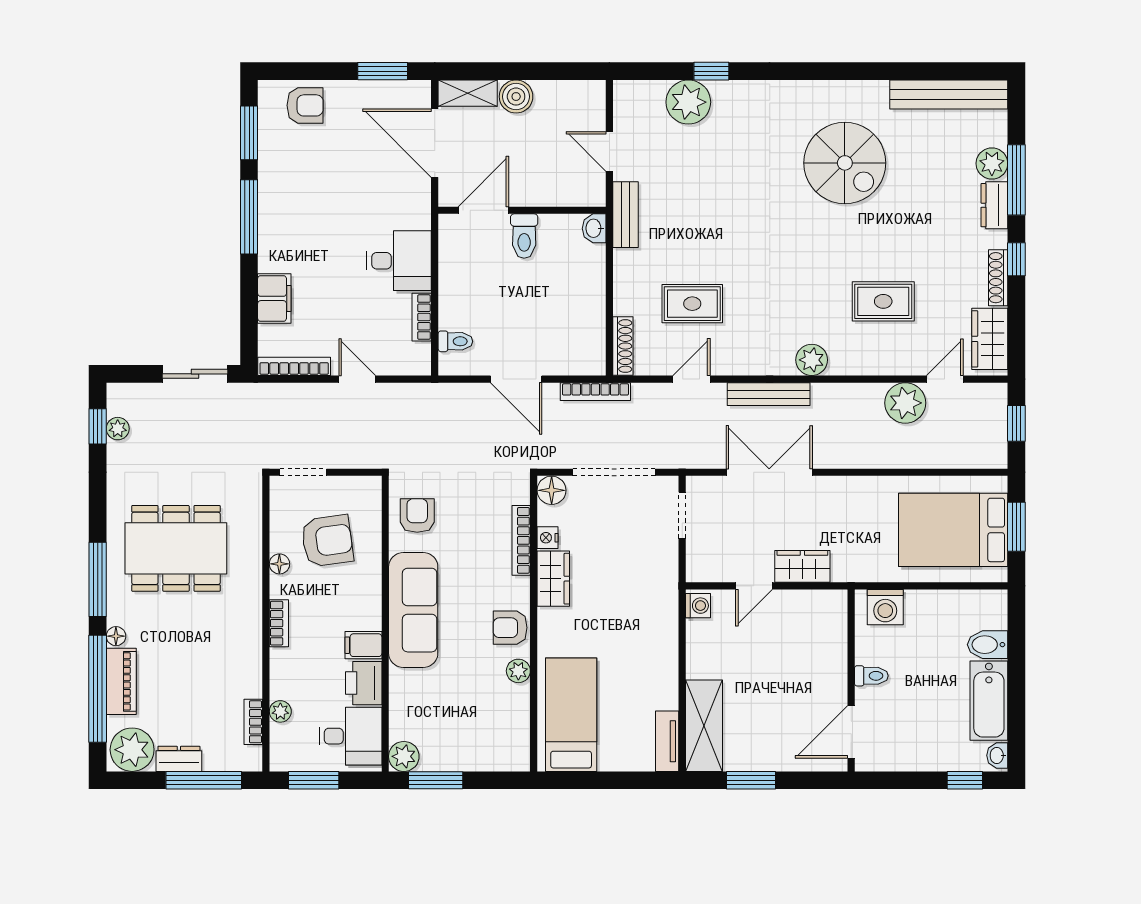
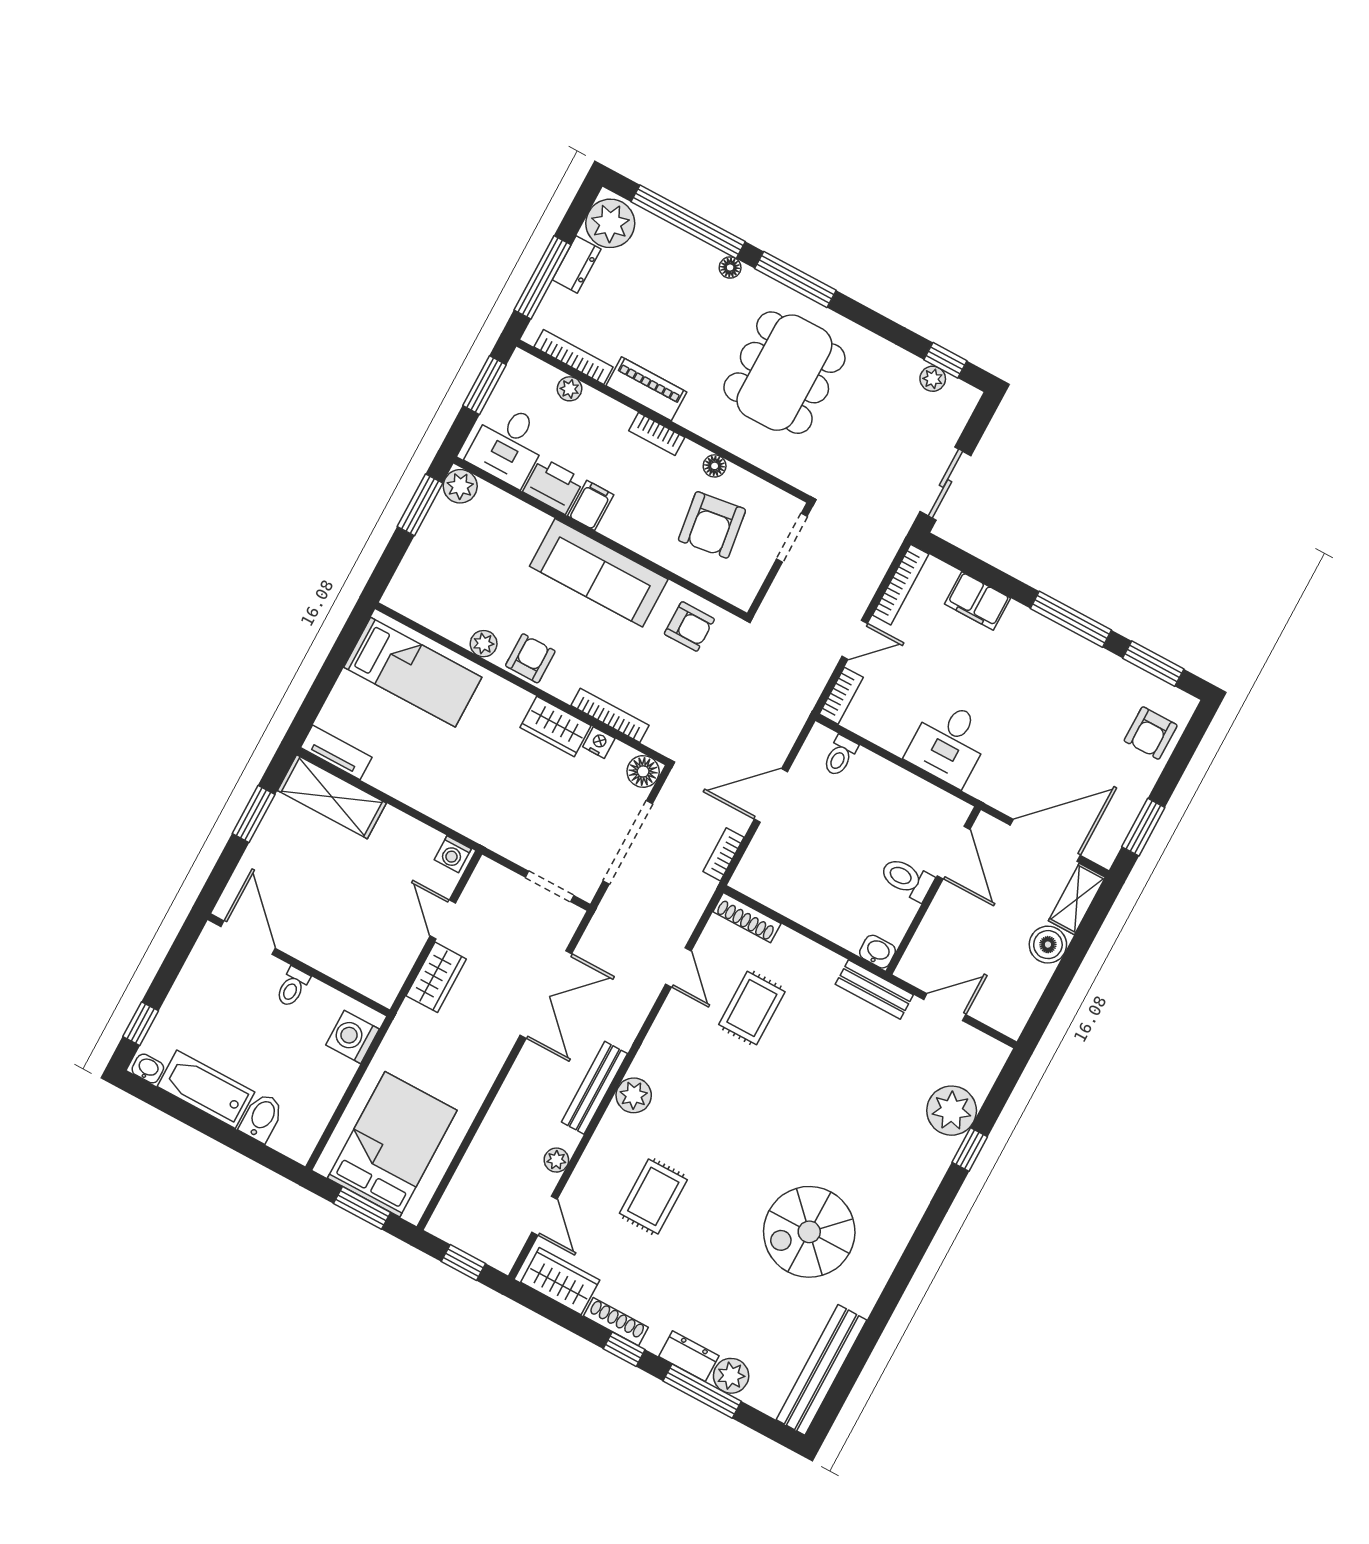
bookcase: (422, 317) -> (841, 696), moved, turned 90
bookcase: (595, 392) -> (723, 854), width x0.64
bench: (769, 394) -> (594, 1088), moved
plant: (905, 403) -> (556, 1160), width x0.53, depth x0.53
piano: (121, 681) -> (646, 389), moved, turned 180
bookcase: (253, 722) -> (574, 357), width x1.56

